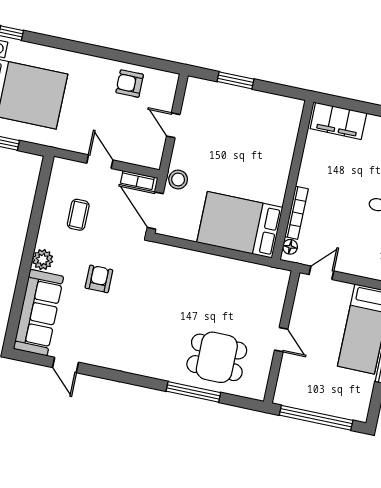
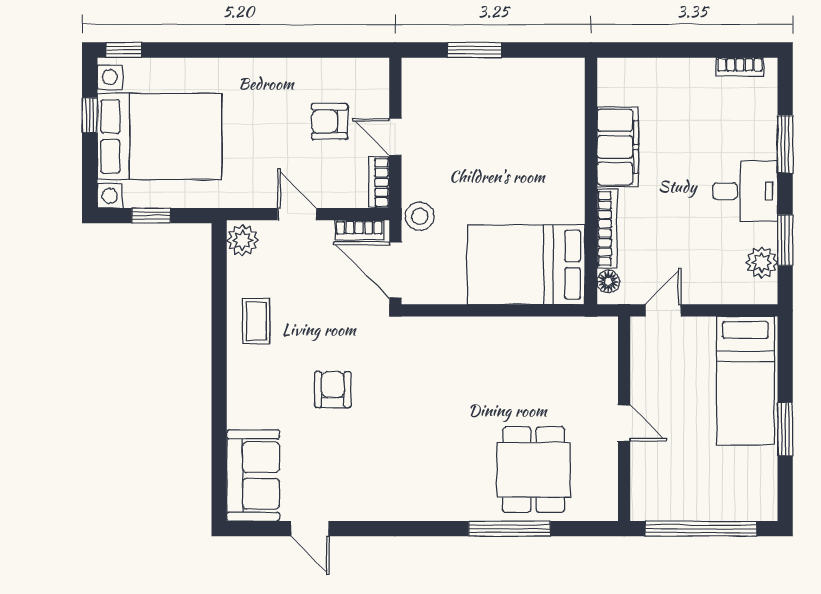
armchair: (130, 84) -> (330, 121), moved
filing cabinet: (338, 121) -> (618, 147), moved, turned -90
bookcase: (157, 152) -> (379, 182), added
coffee table: (78, 215) -> (256, 321), moved
plant: (43, 260) -> (243, 240), moved
sofa: (39, 313) -> (253, 475), width x0.73
dining table: (217, 357) -> (534, 470), turned 90

